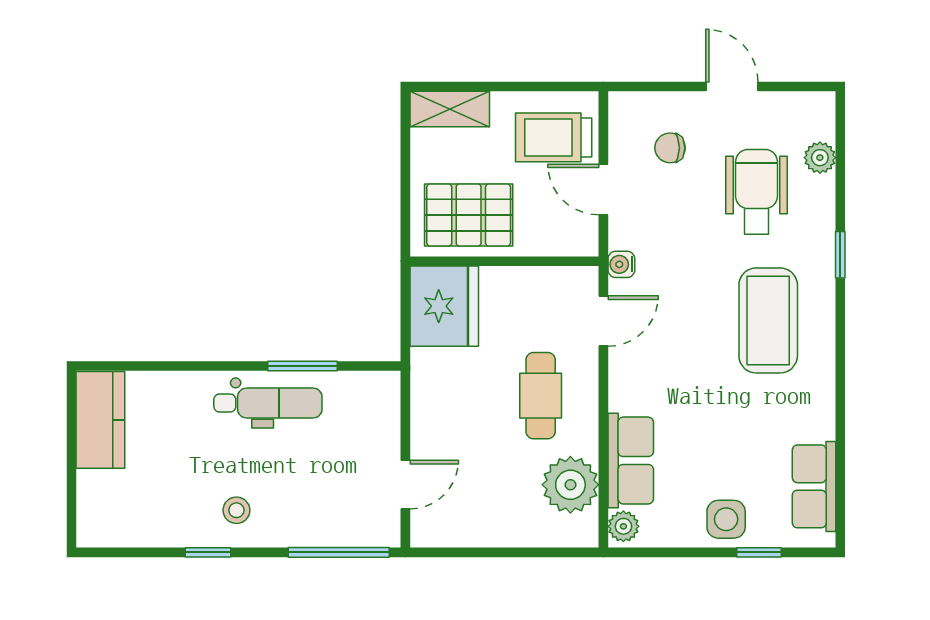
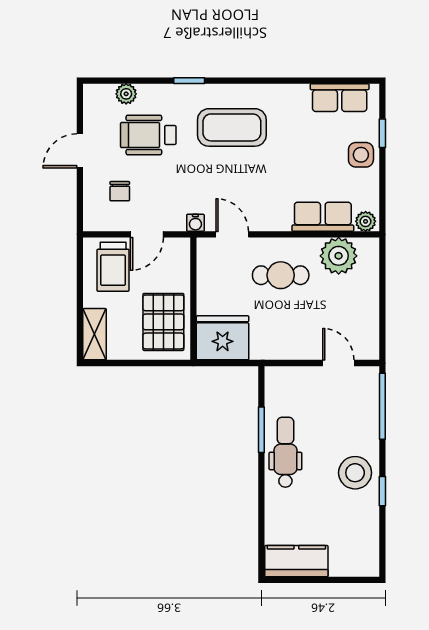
stool: (236, 510) -> (355, 473), width x1.89, depth x1.89

